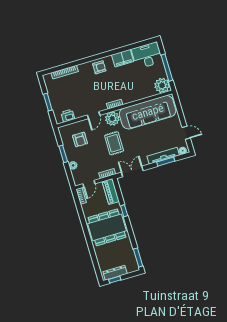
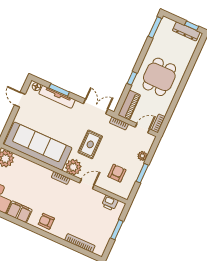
double door: (132, 171) -> (96, 106), swing flipped
dining table: (107, 227) -> (159, 77), width x0.73

